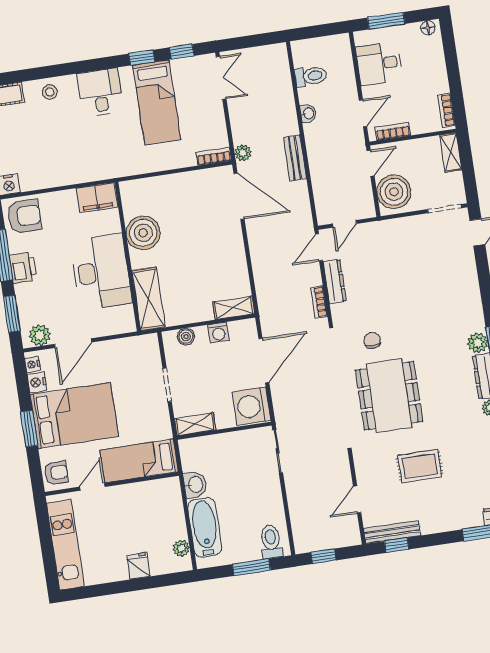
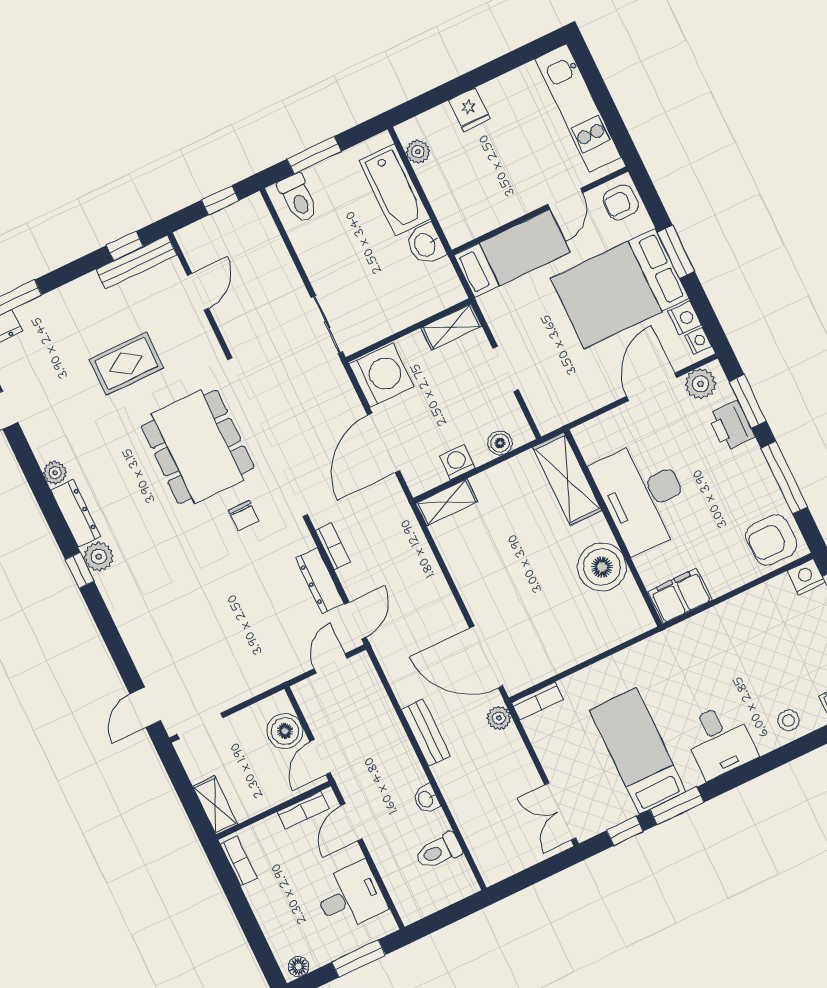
window: (142, 58) -> (677, 806), width x1.50
boiler: (394, 192) -> (285, 731), width x0.73, depth x0.73
printer: (23, 268) -> (731, 426), moved

